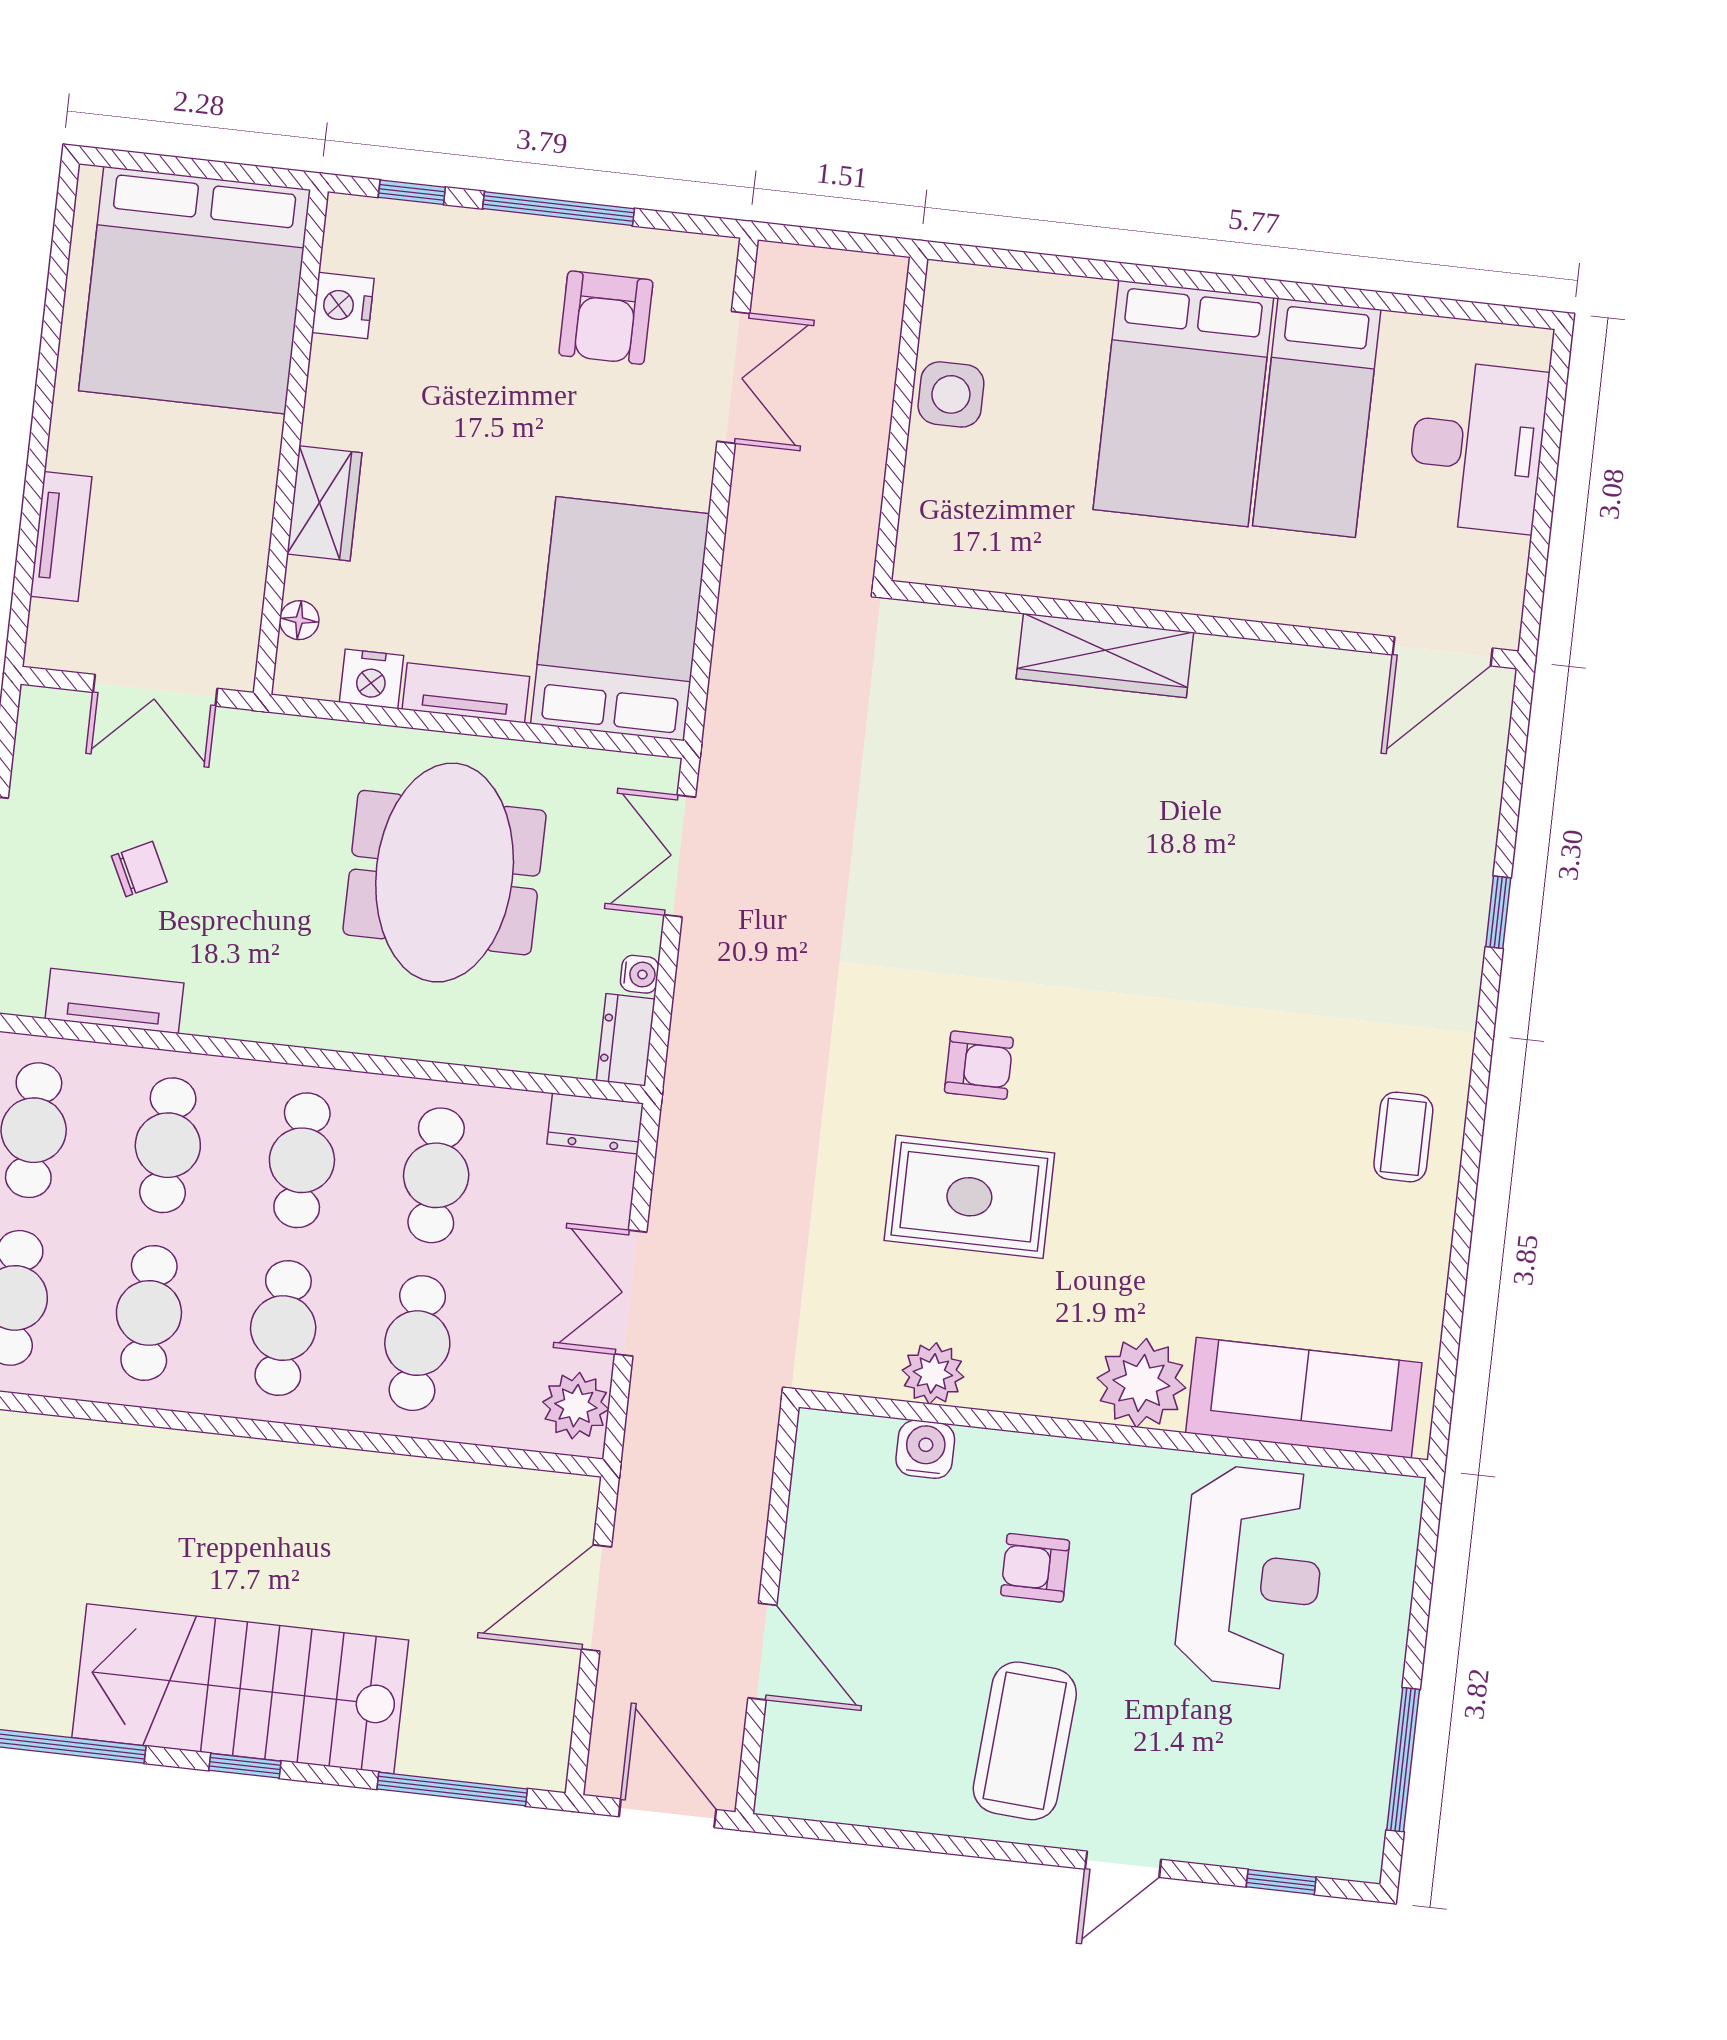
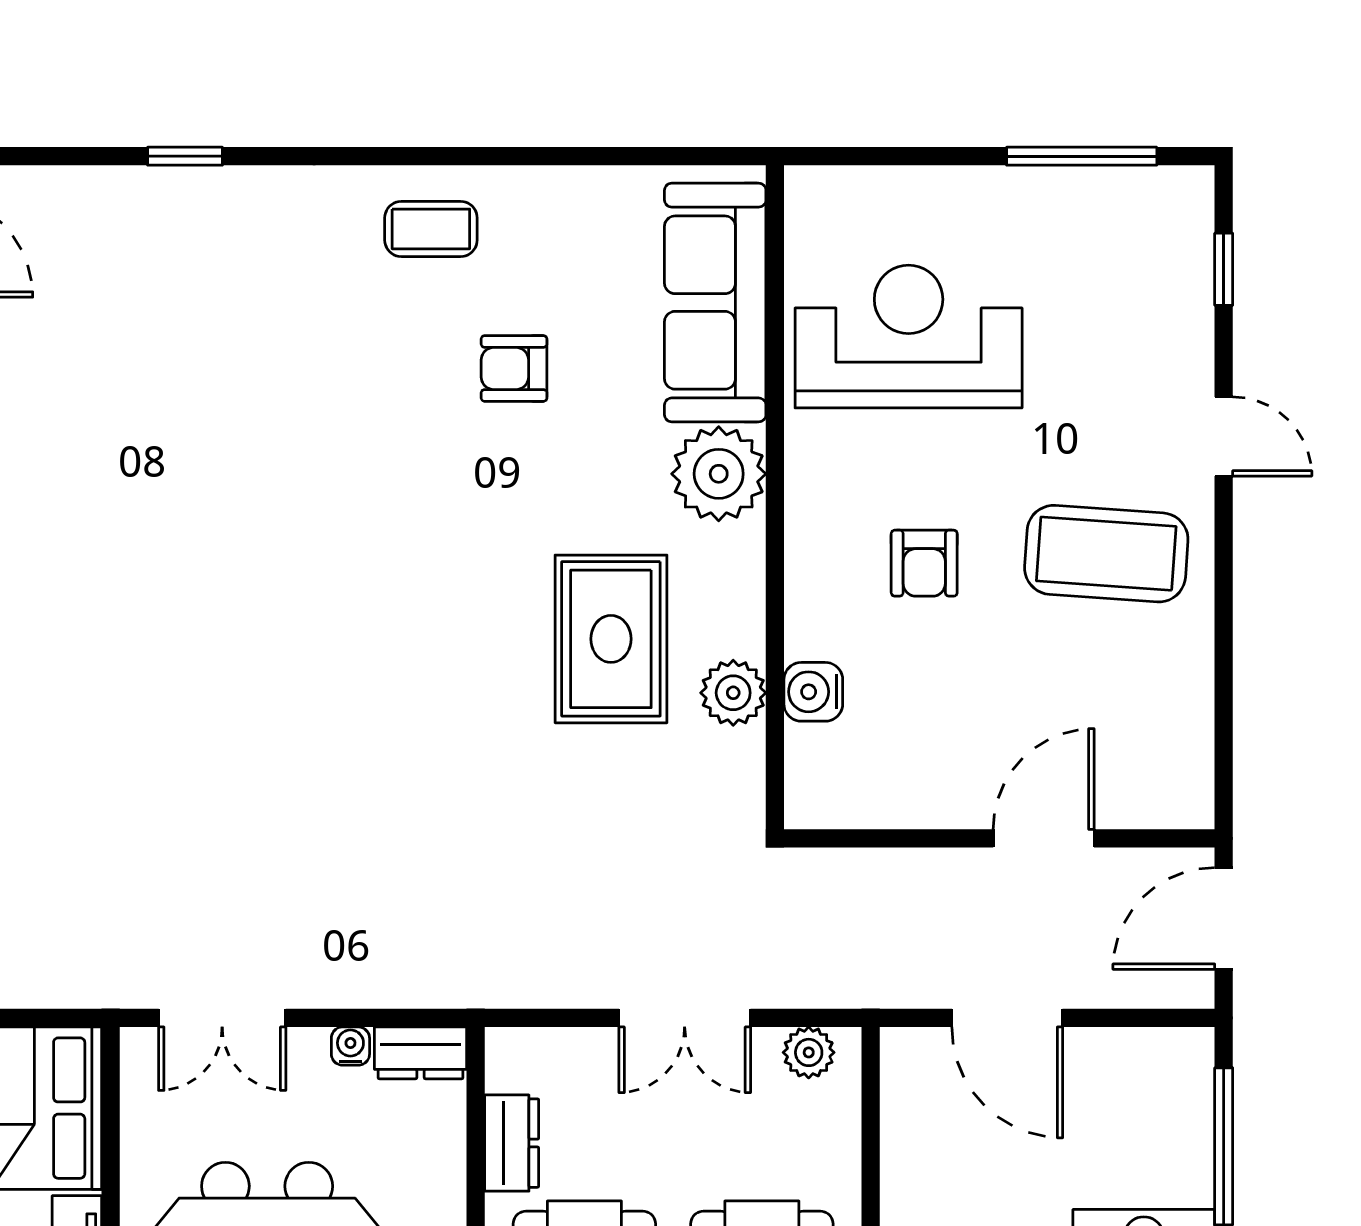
armchair: (979, 1065) -> (514, 368), moved, turned -90
dresser: (595, 1124) -> (512, 1143), moved
rug: (969, 1197) -> (611, 639), moved
plant: (576, 1406) -> (809, 1052), width x0.73, depth x0.73

